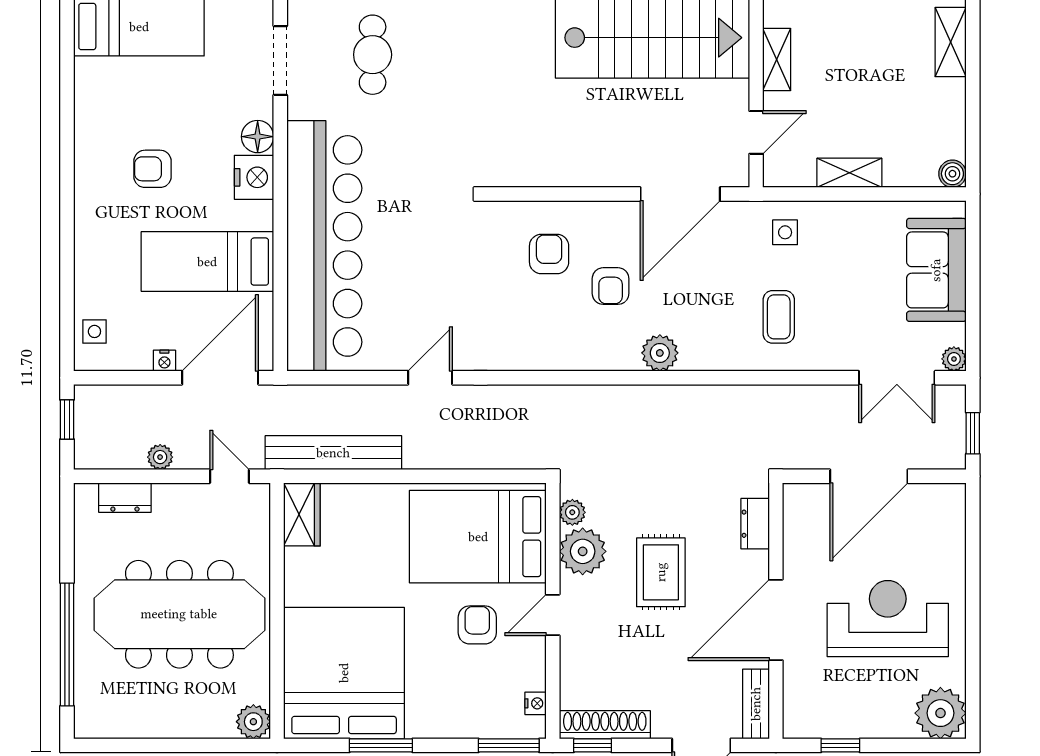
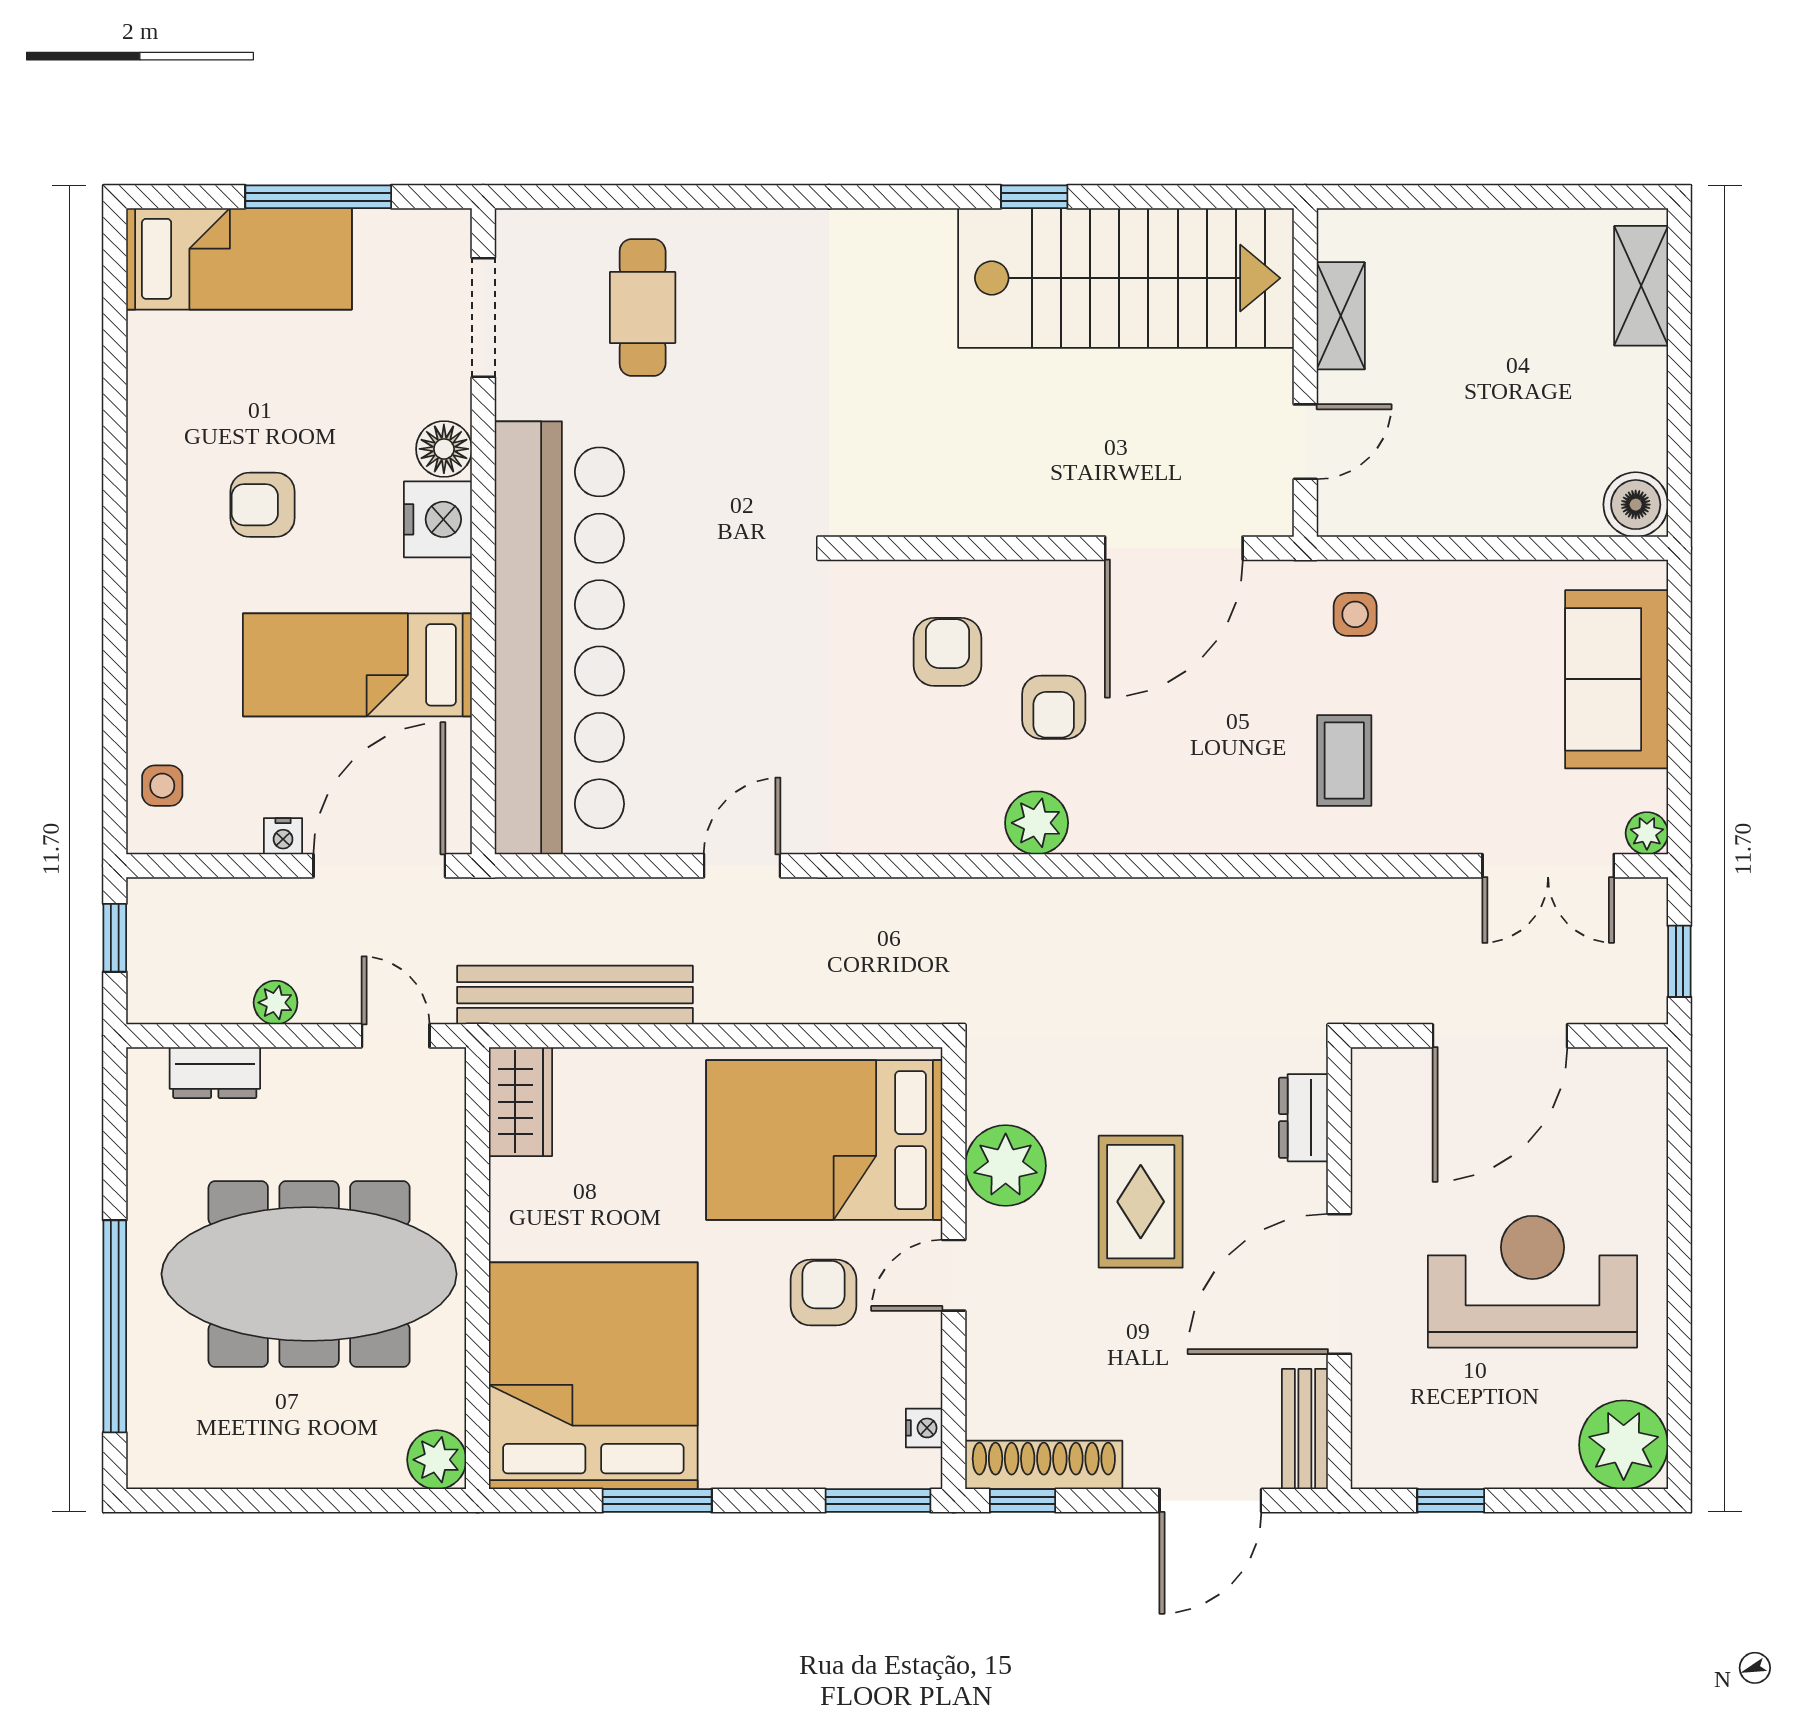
shelving: (849, 173) -> (1466, 512), removed
boiler: (952, 174) -> (1636, 505), width x1.36, depth x1.36
plant: (660, 353) -> (1037, 823), moved
plant: (572, 512) -> (988, 1098), removed

